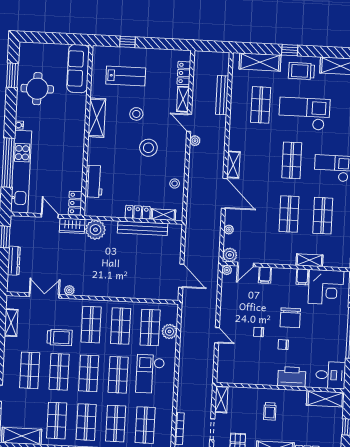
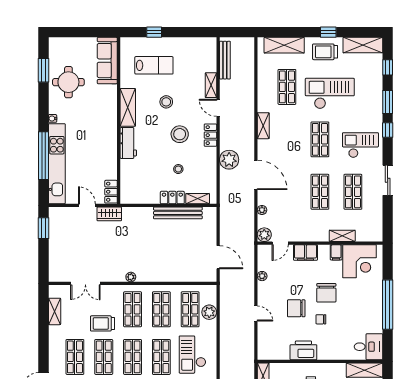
window: (290, 50) -> (328, 32), moved
locker: (184, 73) -> (210, 135), moved
bench: (222, 95) -> (225, 60), moved
plant: (195, 141) -> (229, 160), moved, width x1.88, depth x1.88
shelving: (233, 165) -> (263, 126), moved
workbench: (94, 181) -> (128, 143), moved
stool: (175, 183) -> (178, 169), moved
plant: (95, 230) -> (132, 217), removed
dresser: (14, 261) -> (54, 251), removed
plant: (227, 270) -> (262, 276), moved
filing cabinet: (265, 275) -> (305, 253), width x2.00
plant: (69, 290) -> (131, 277), moved
double door: (44, 296) -> (85, 283), swing flipped
chair: (259, 332) -> (296, 308), width x1.87, depth x1.87
trolley: (60, 337) -> (102, 323), turned 180
printer: (292, 377) -> (303, 350), moved

